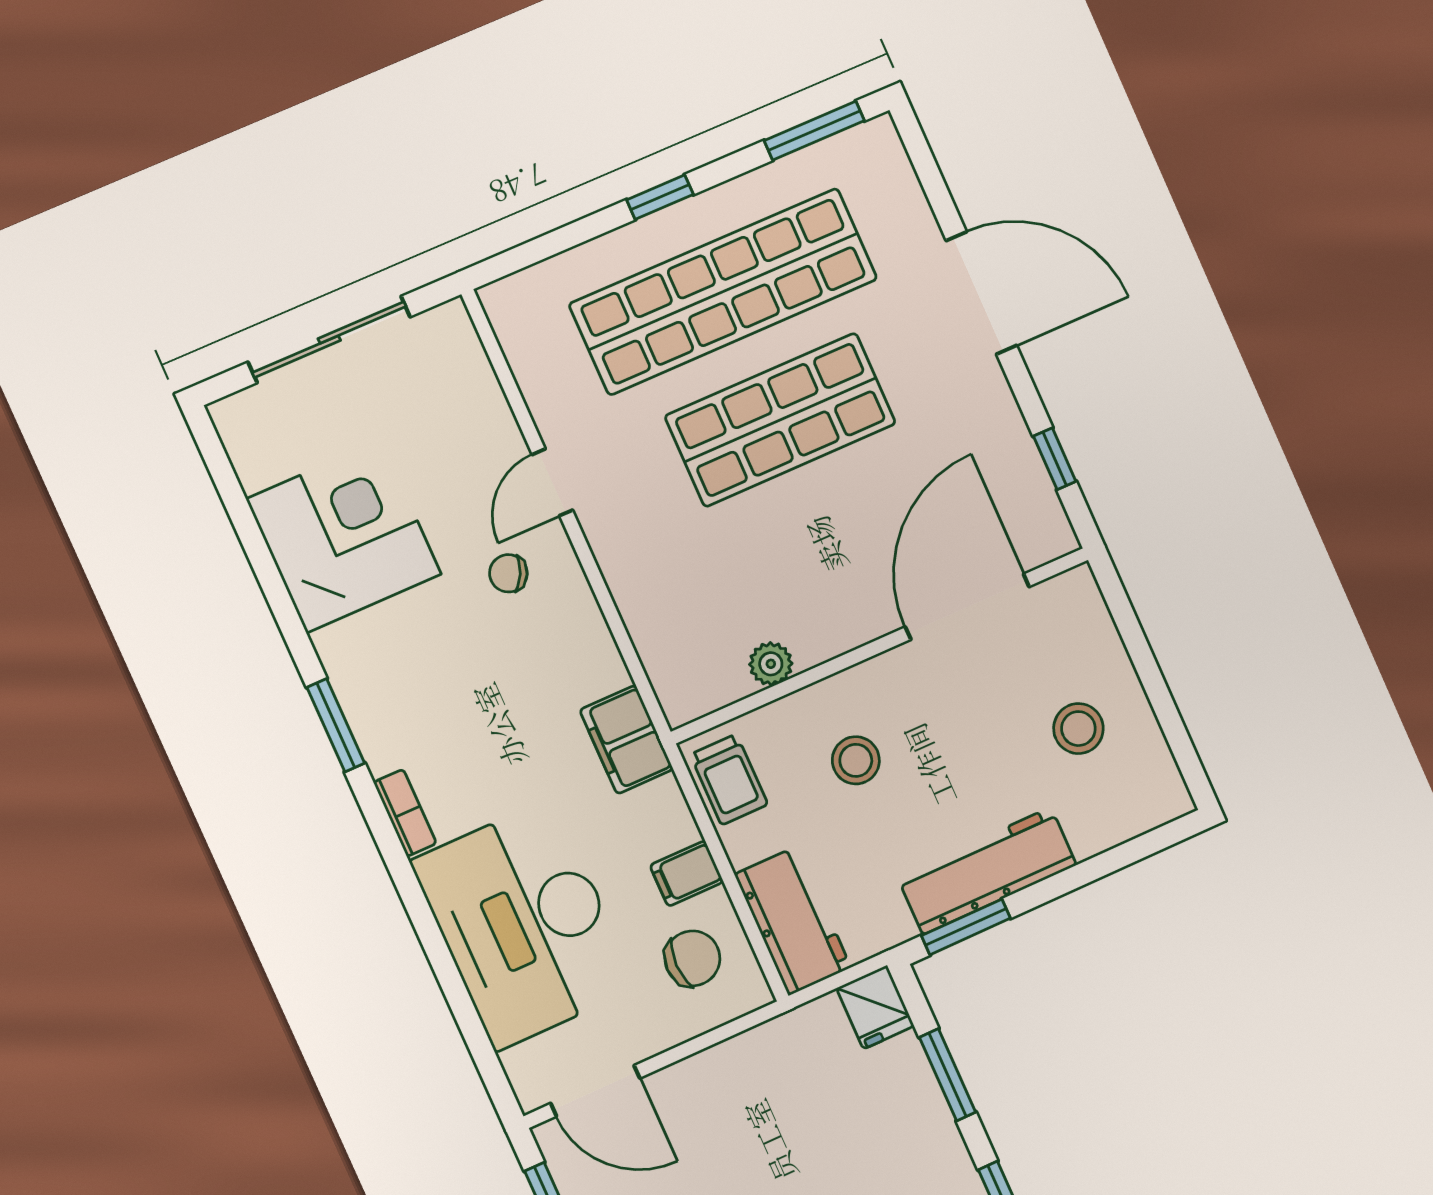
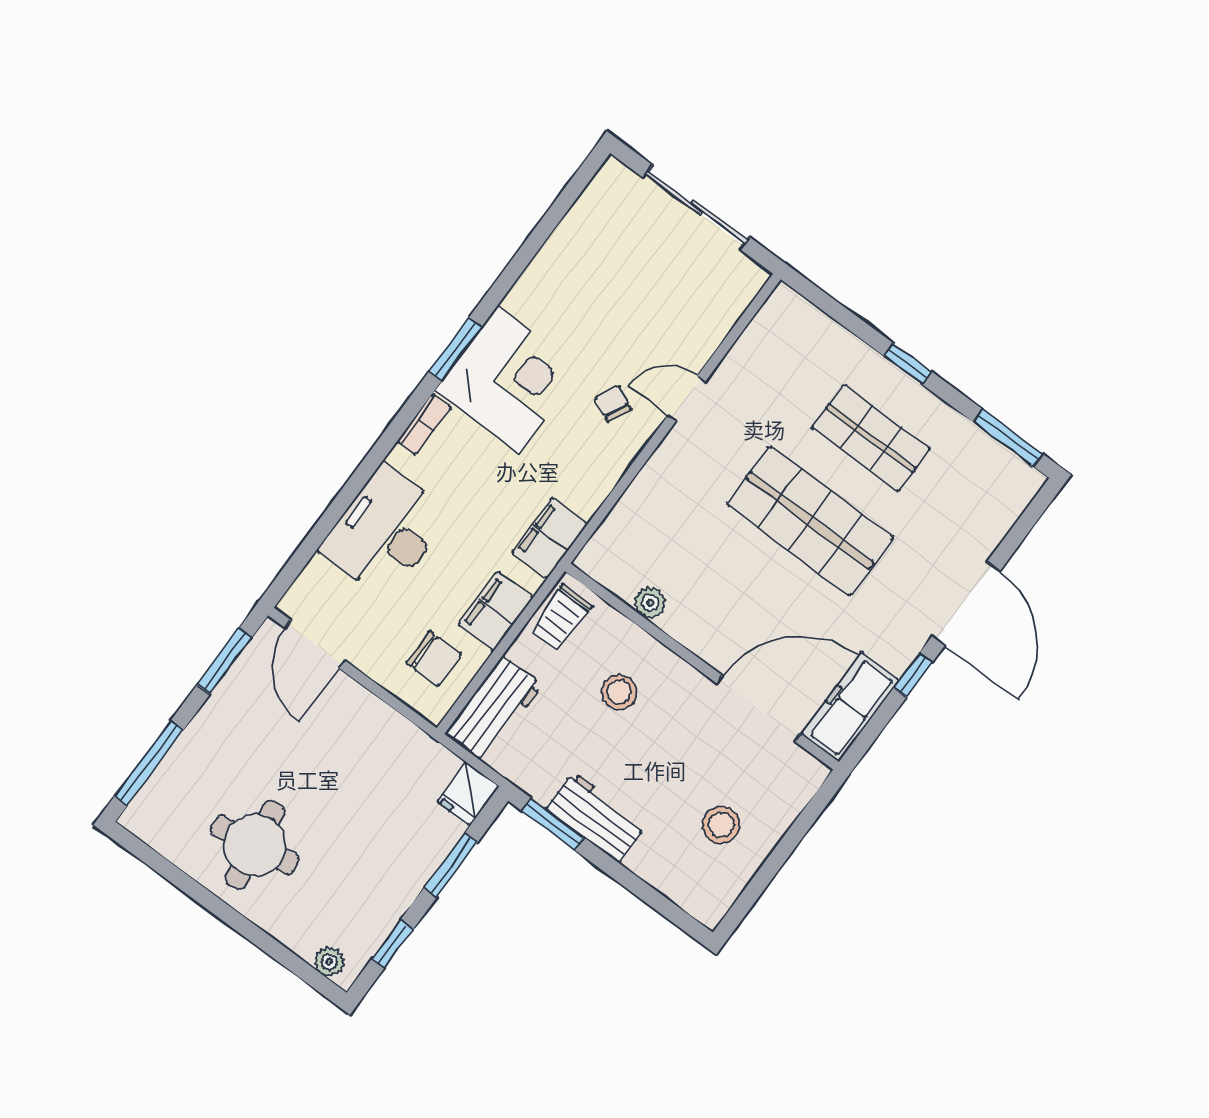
shop shelf: (723, 291) -> (871, 438), width x0.50, depth x0.74
window: (1055, 459) -> (913, 675), moved
freezer: (1026, 498) -> (850, 707), added
corner desk: (344, 537) -> (509, 380), moved
workbench: (987, 871) -> (596, 817), width x0.73
filing cabinet: (687, 874) -> (496, 611), width x2.00
desk: (524, 925) -> (385, 531), width x0.73, depth x0.77

